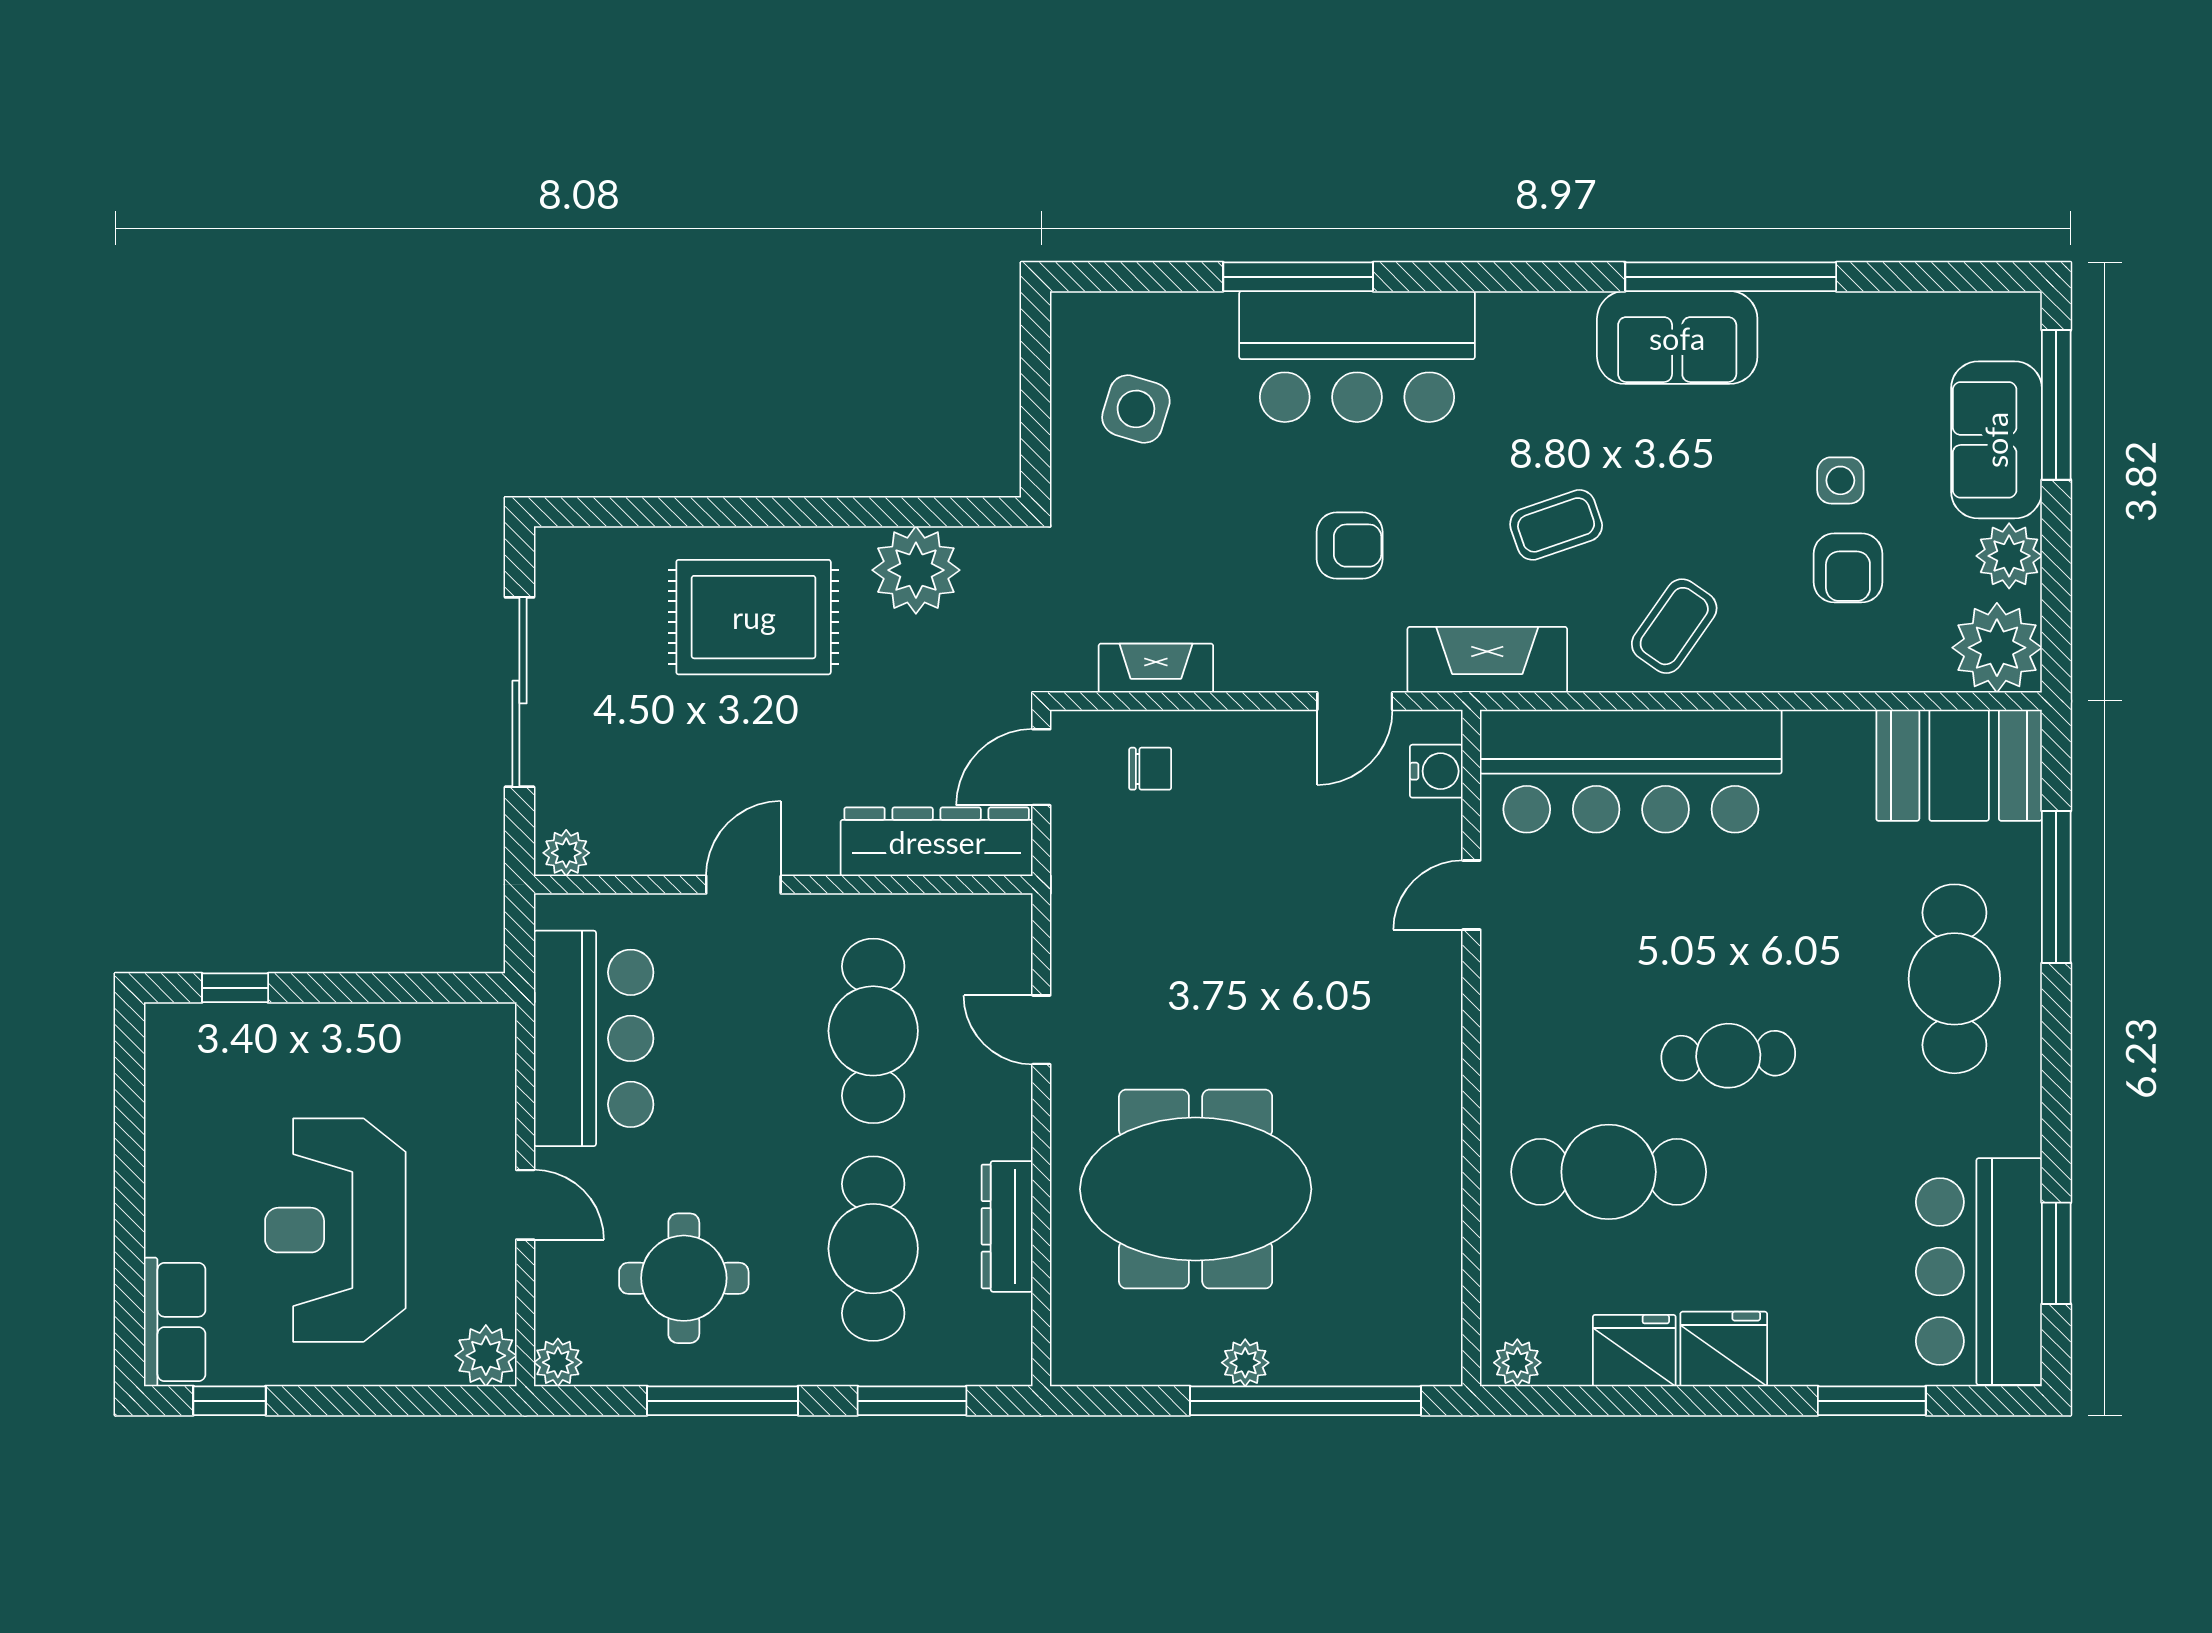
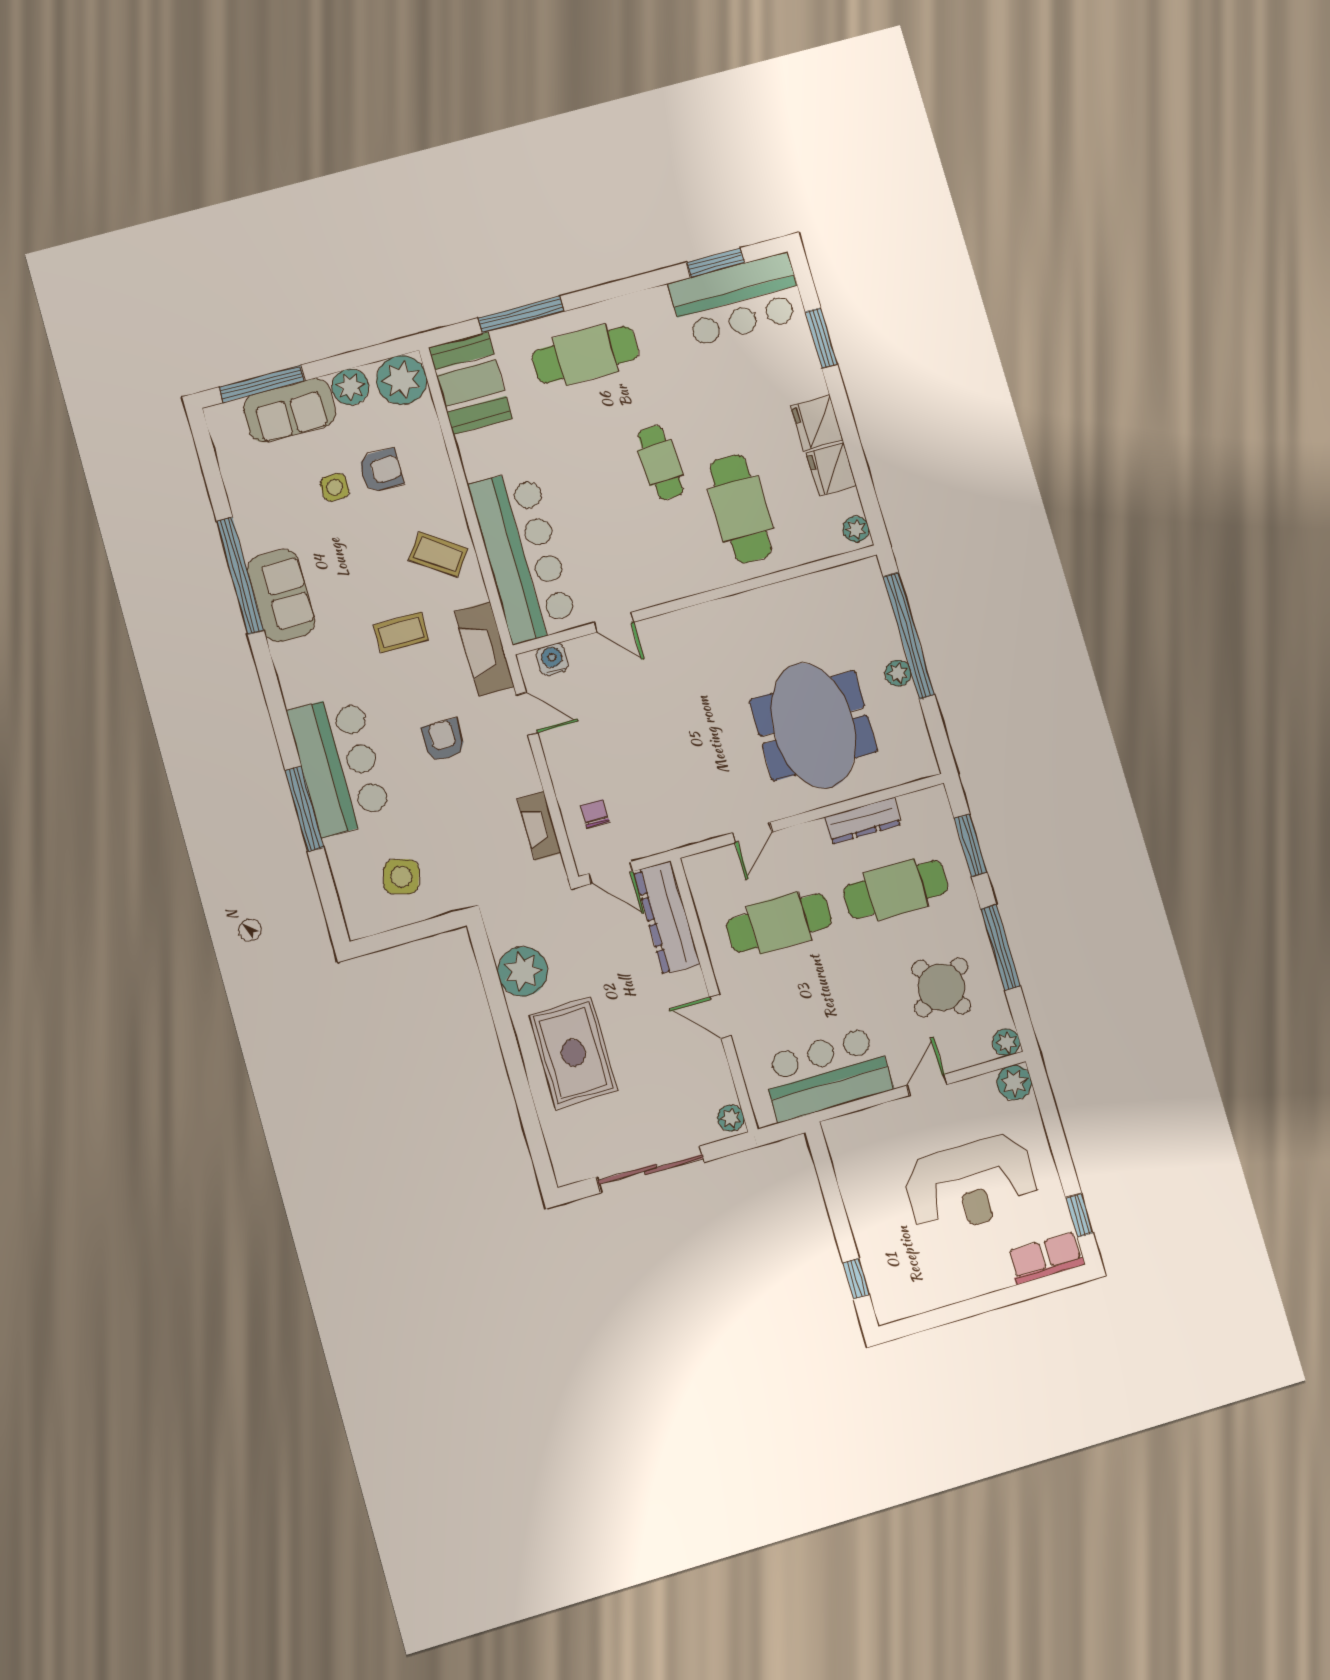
coffee table: (1556, 525) -> (401, 632), turned -71
round table: (684, 1278) -> (941, 987), turned -33

